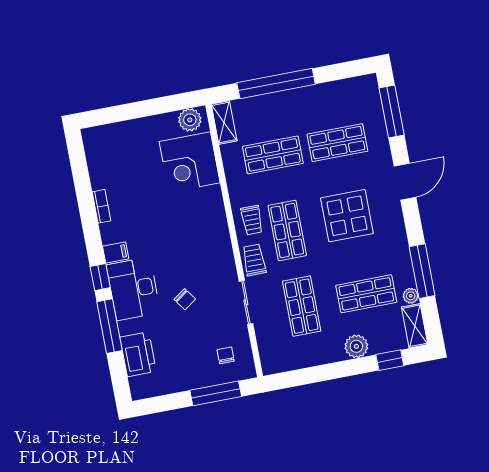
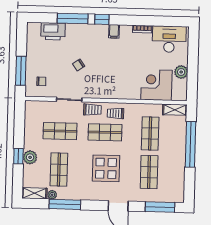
plant: (190, 120) -> (181, 72), moved
desk: (133, 289) -> (169, 39), moved
window: (390, 360) -> (18, 156), moved

